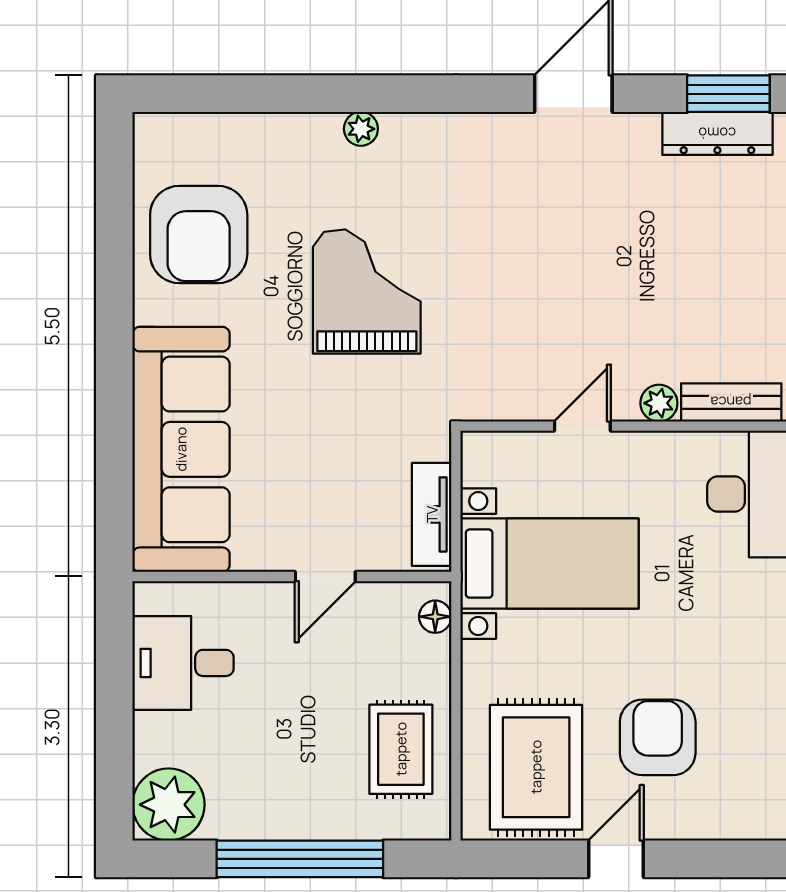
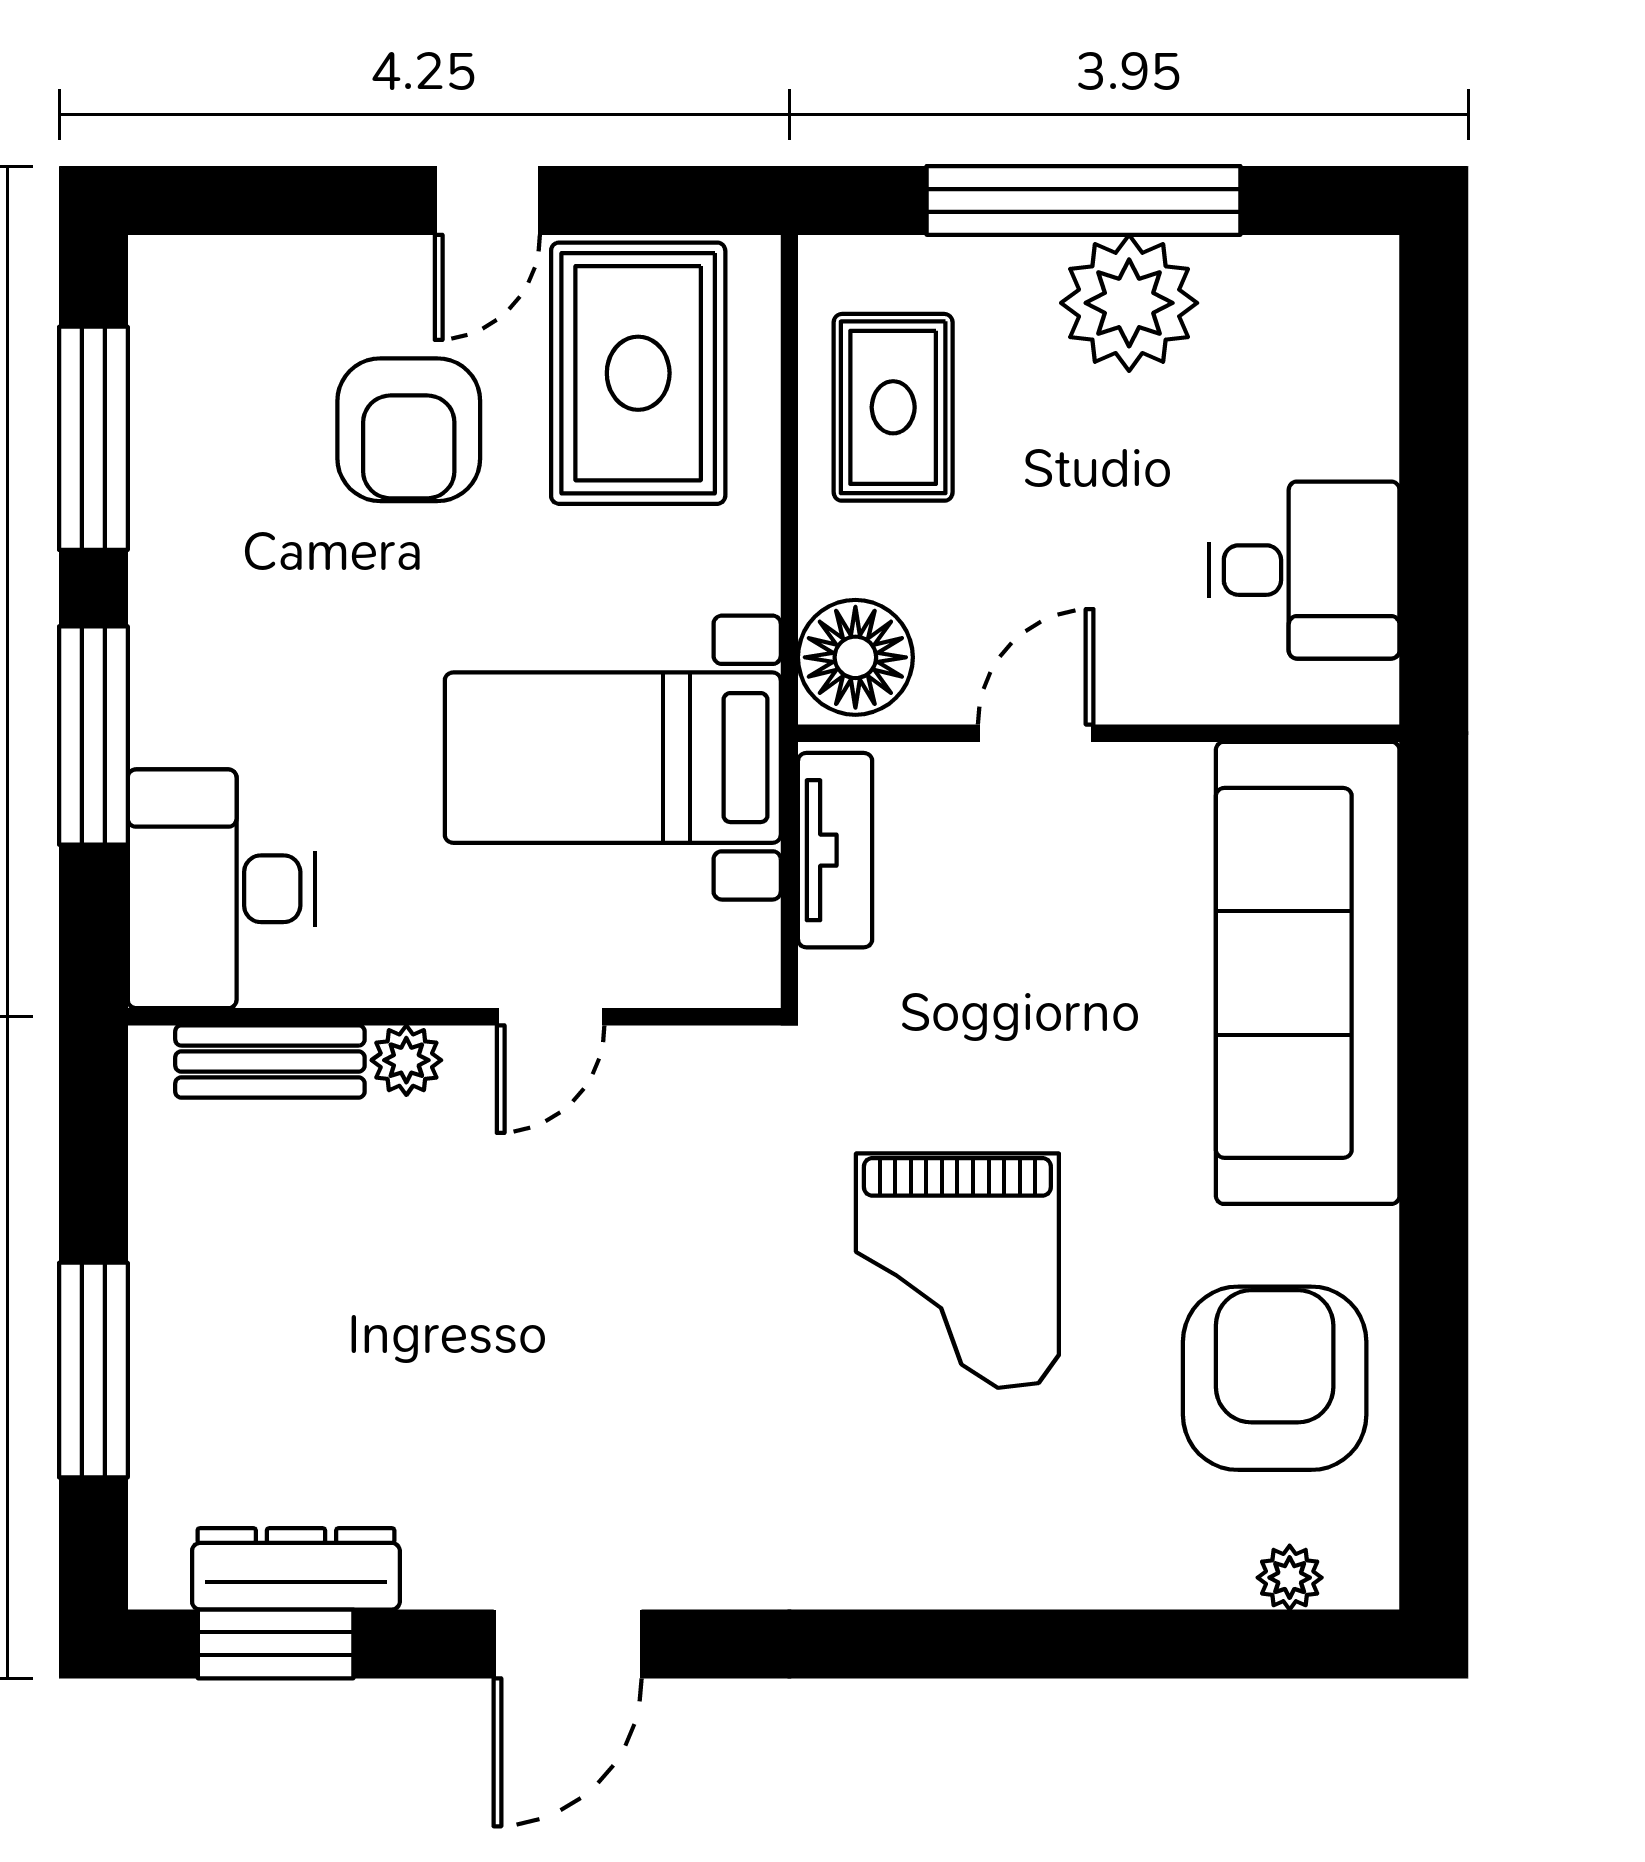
plant: (361, 129) -> (1290, 1578), moved
floor lamp: (435, 617) -> (855, 657), width x1.89, depth x1.89
plant: (169, 805) -> (1129, 303), moved

